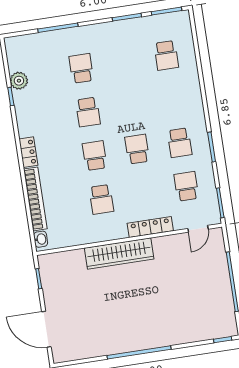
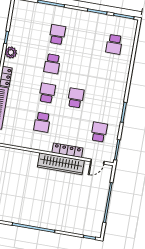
plant: (19, 81) -> (11, 52), moved
school desk: (180, 143) -> (104, 103), removed
wardrobe: (119, 254) -> (61, 164), moved

